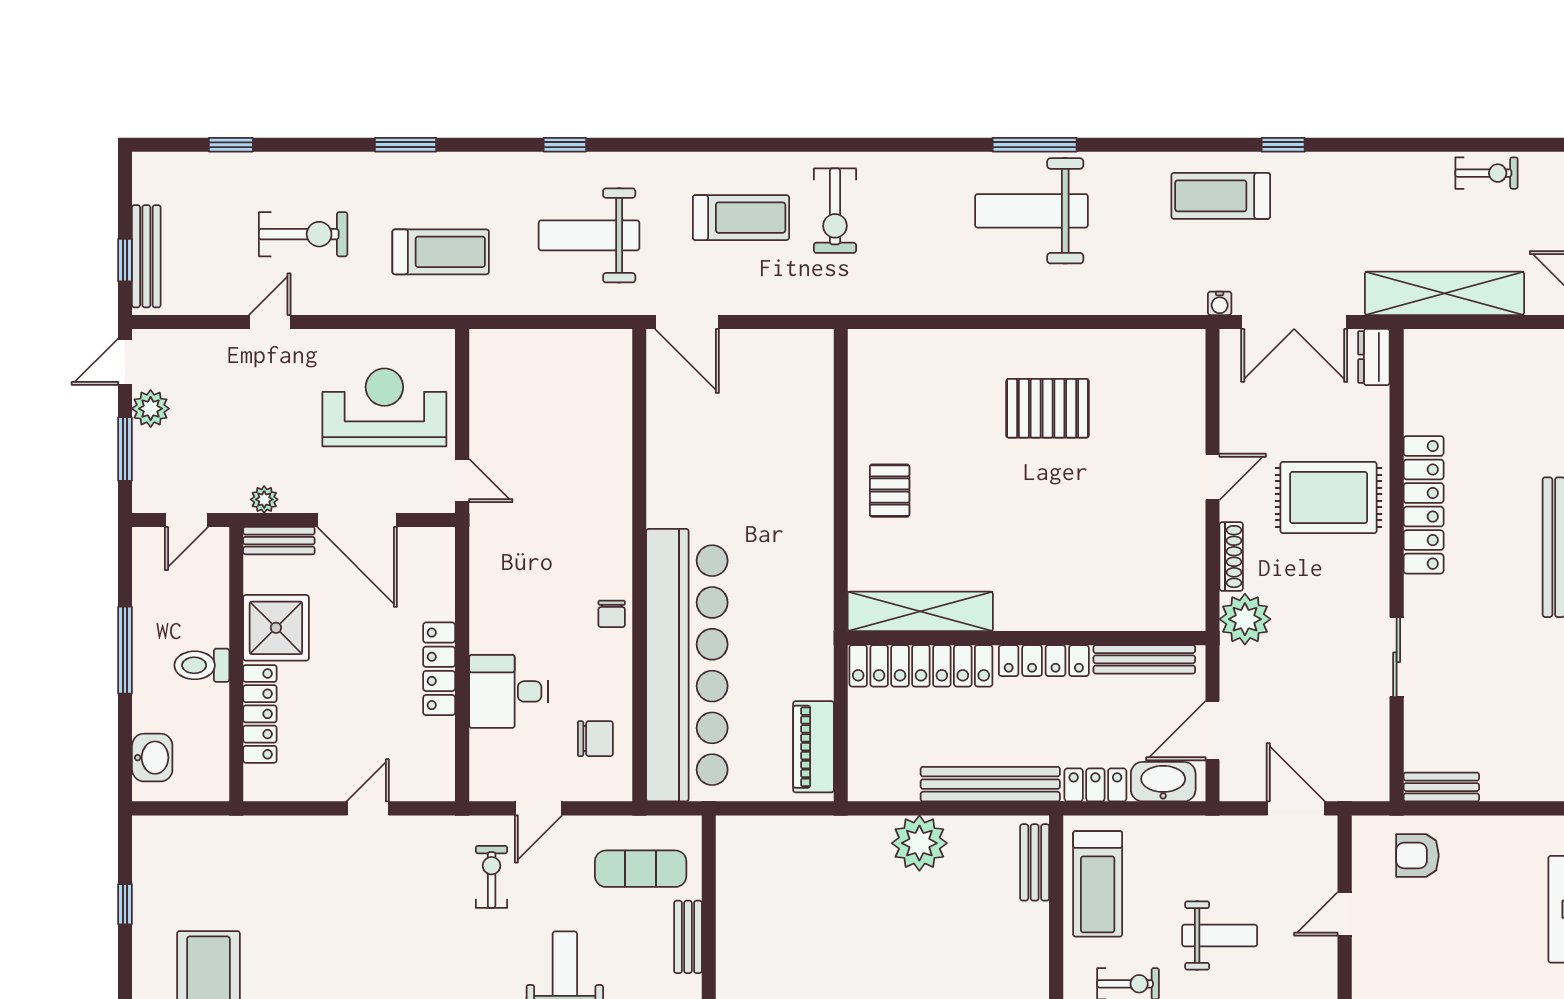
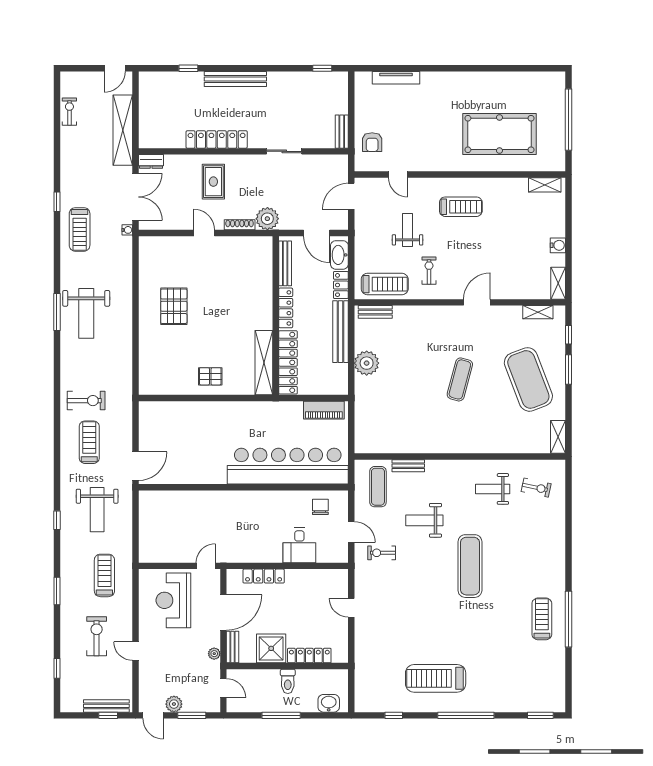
rug: (1329, 498) -> (213, 182), width x0.73, depth x0.70
chair: (612, 614) -> (265, 500), removed
locker: (439, 669) -> (264, 576), moved

